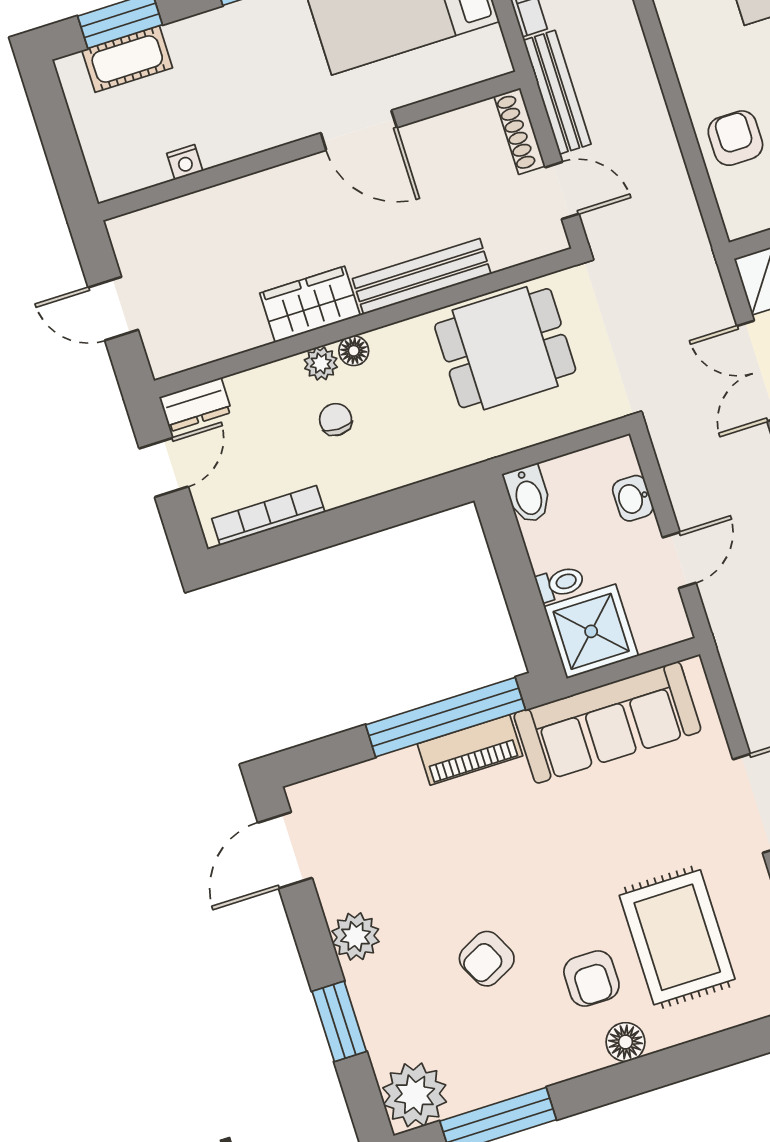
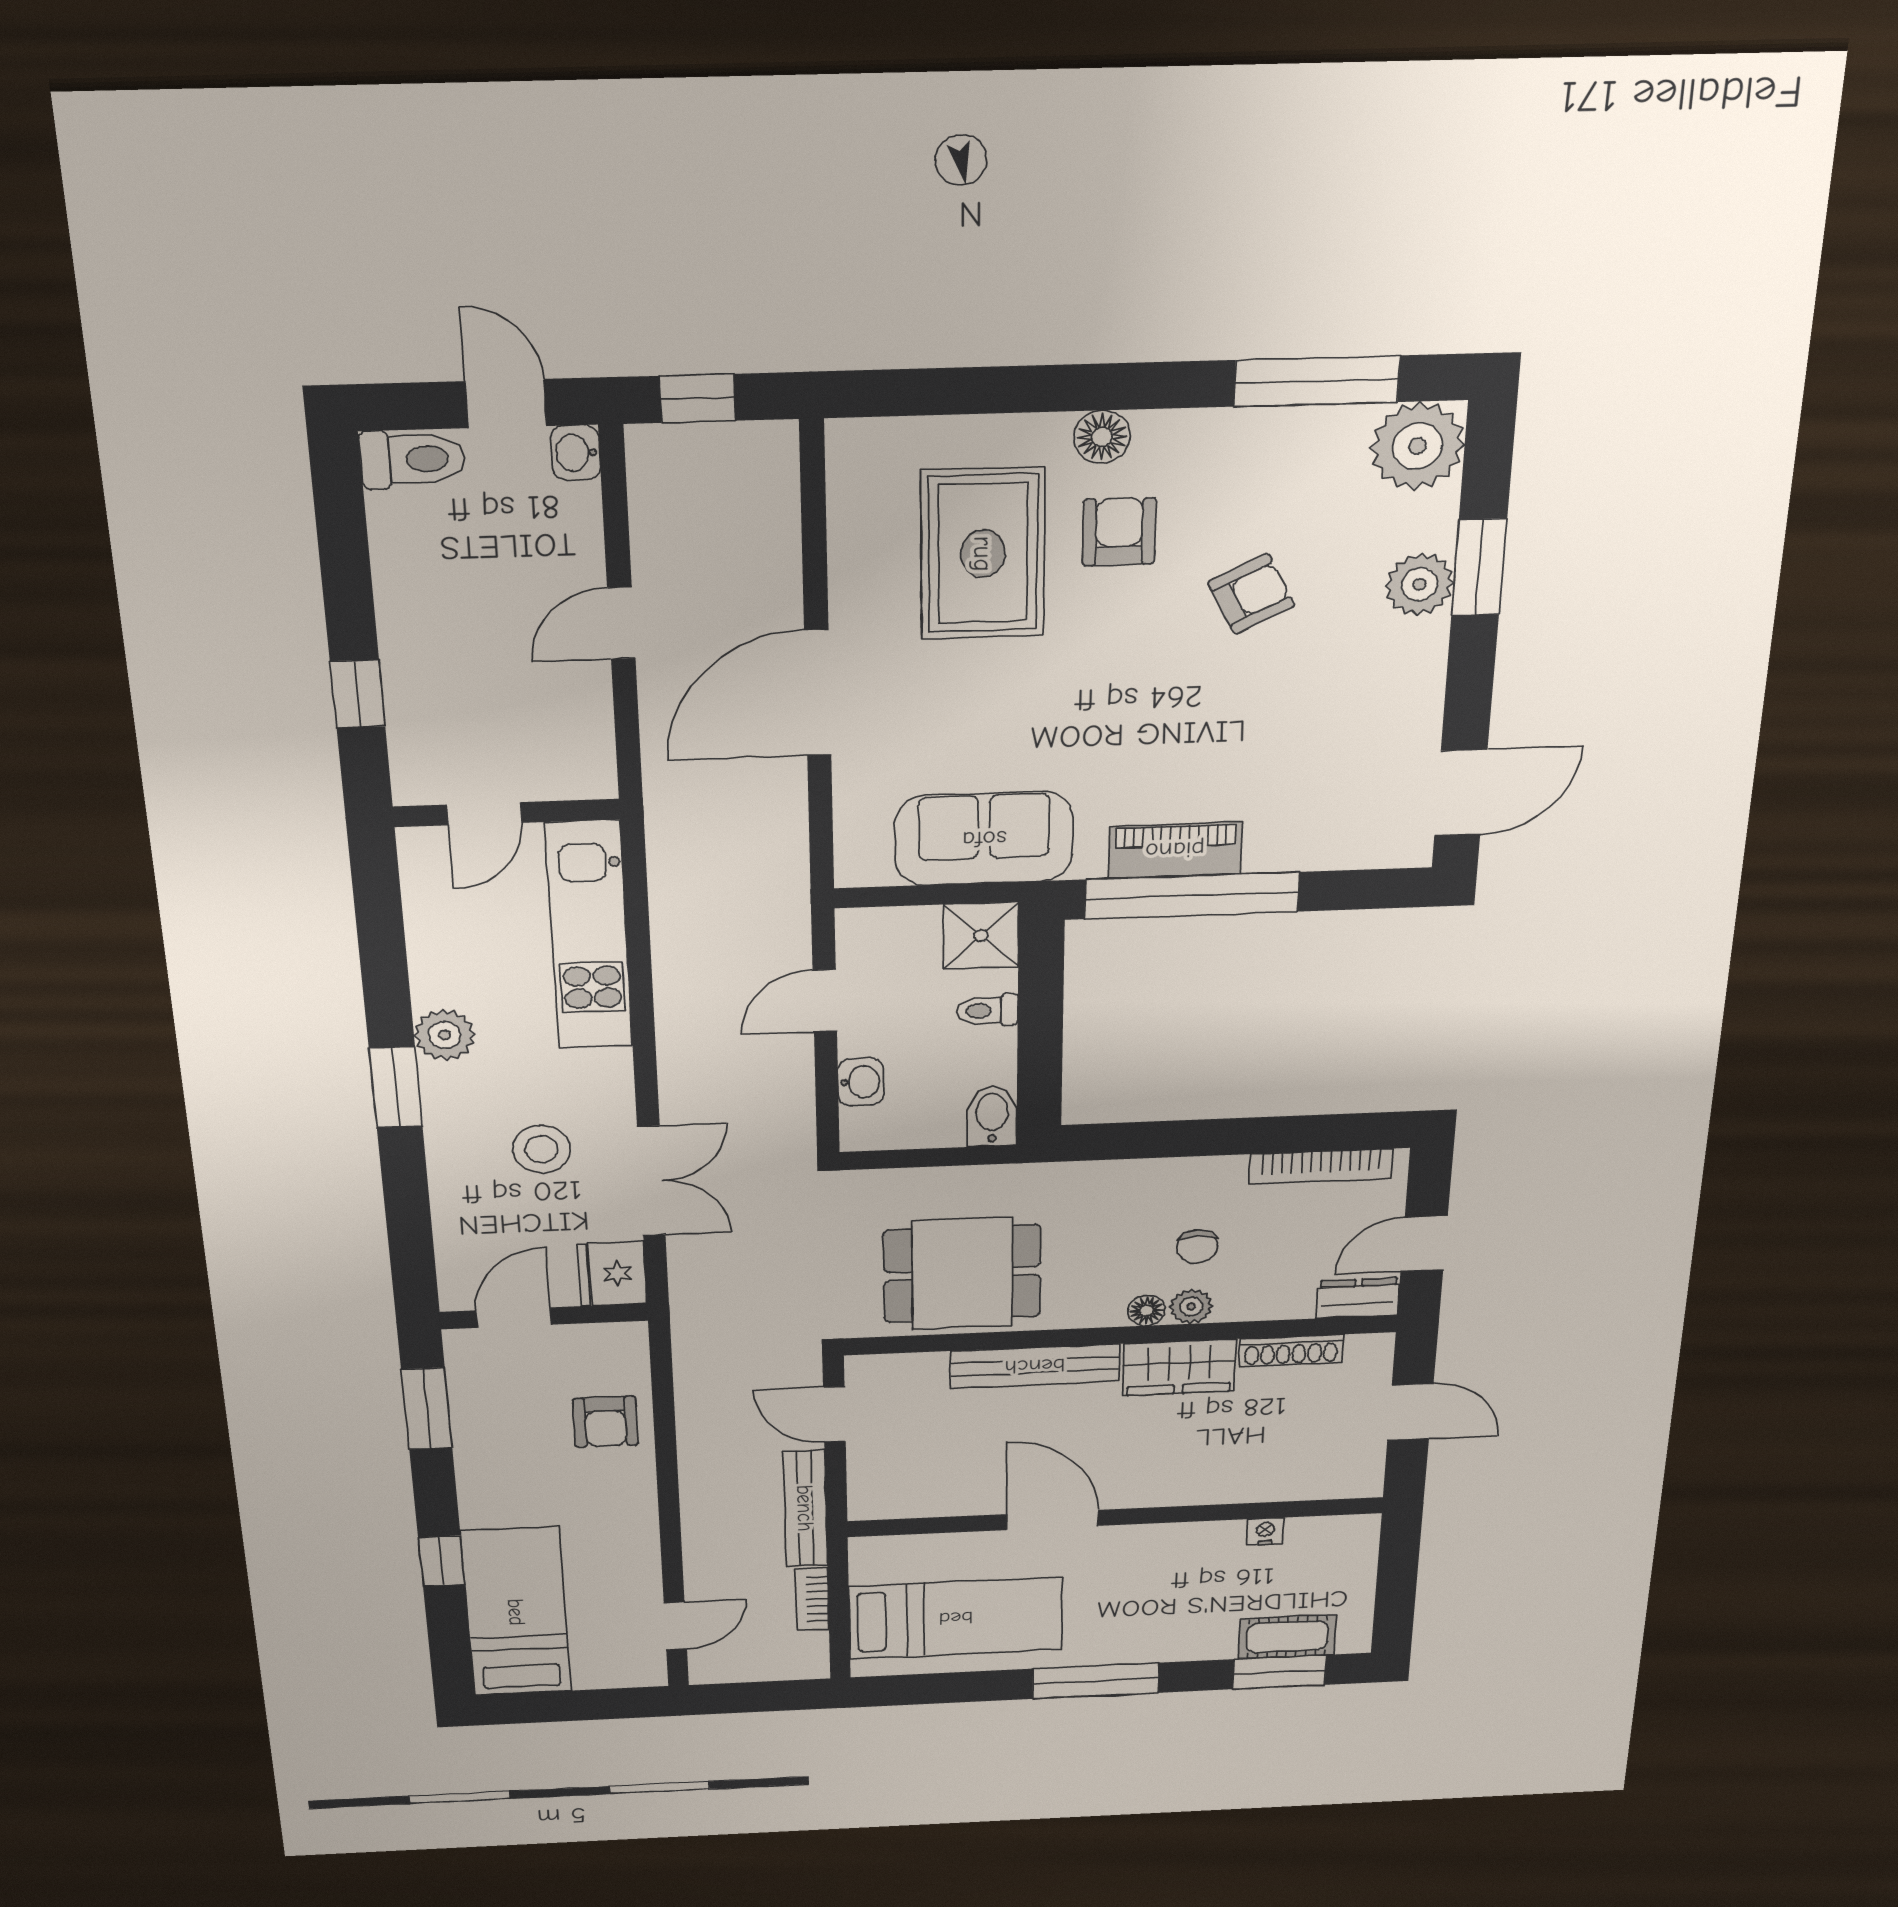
shoe rack: (520, 131) -> (1291, 1351), moved, turned 90
shower: (591, 631) -> (981, 936), width x0.73, depth x0.73
sofa: (607, 722) -> (984, 839), width x0.73
plant: (356, 936) -> (1420, 584), moved

